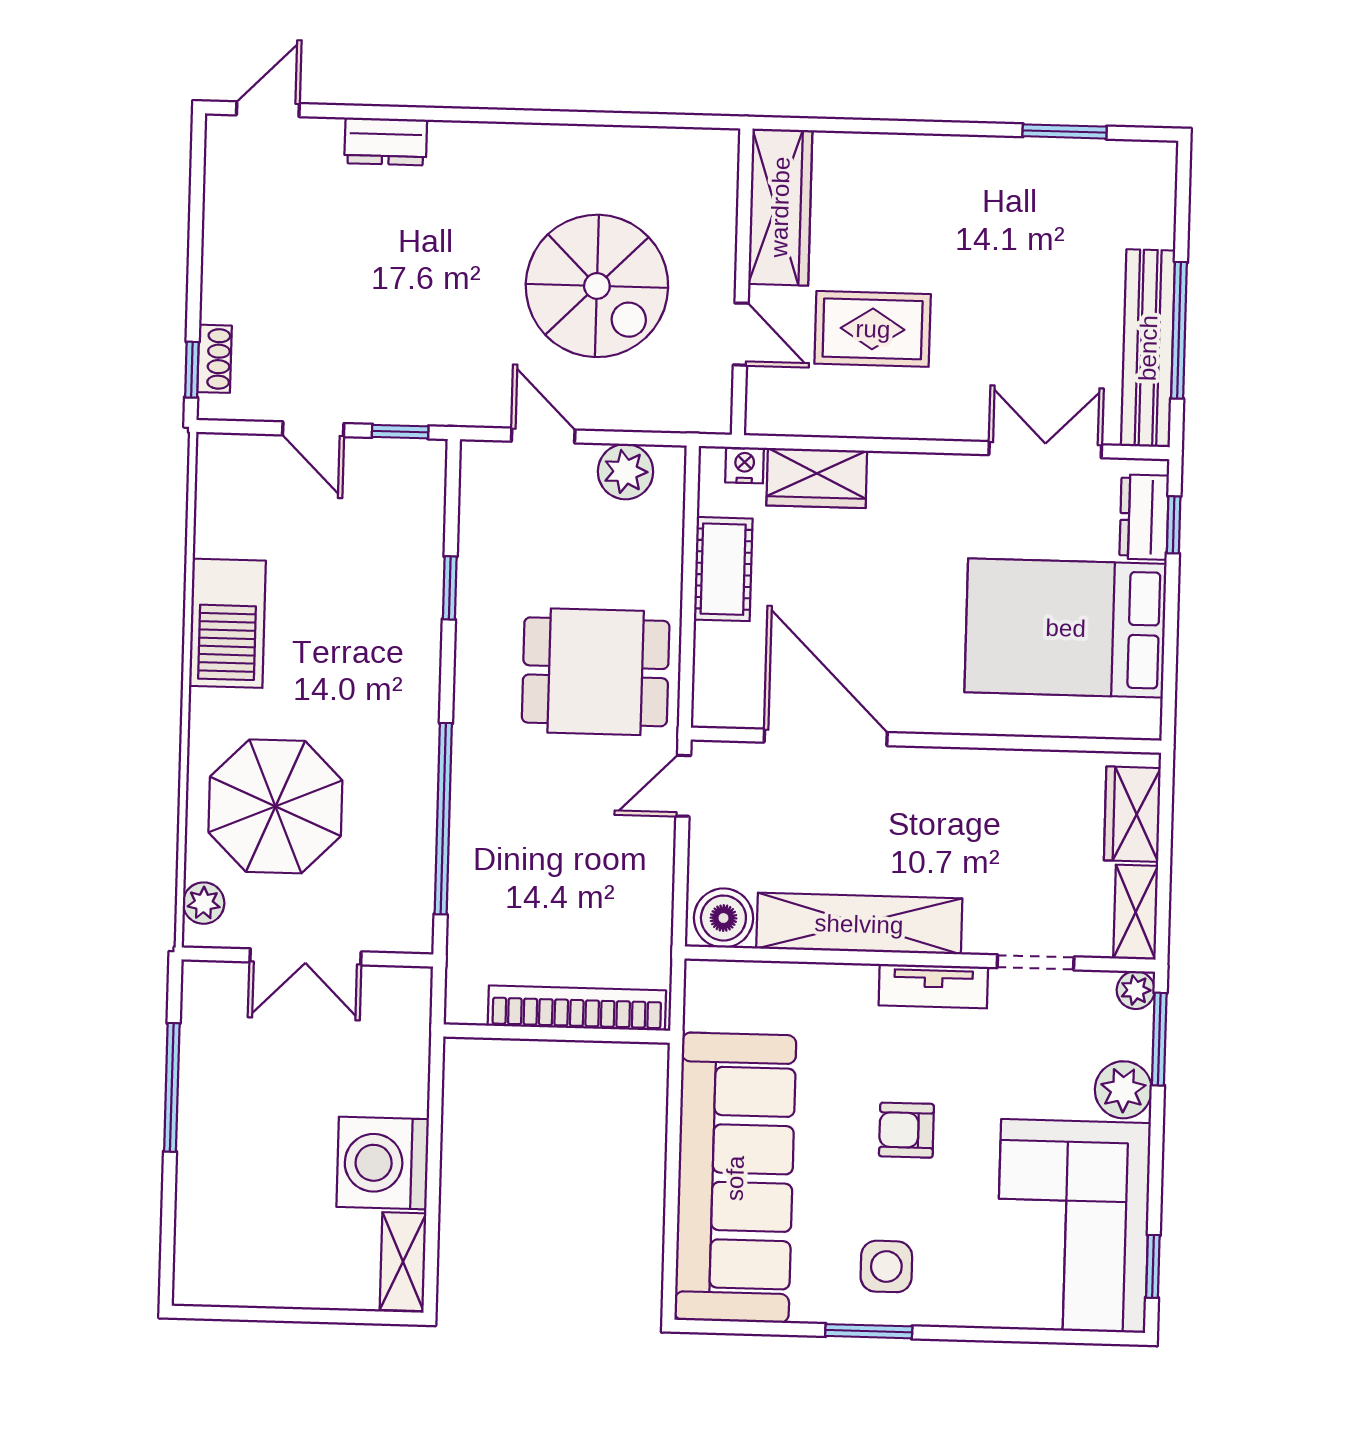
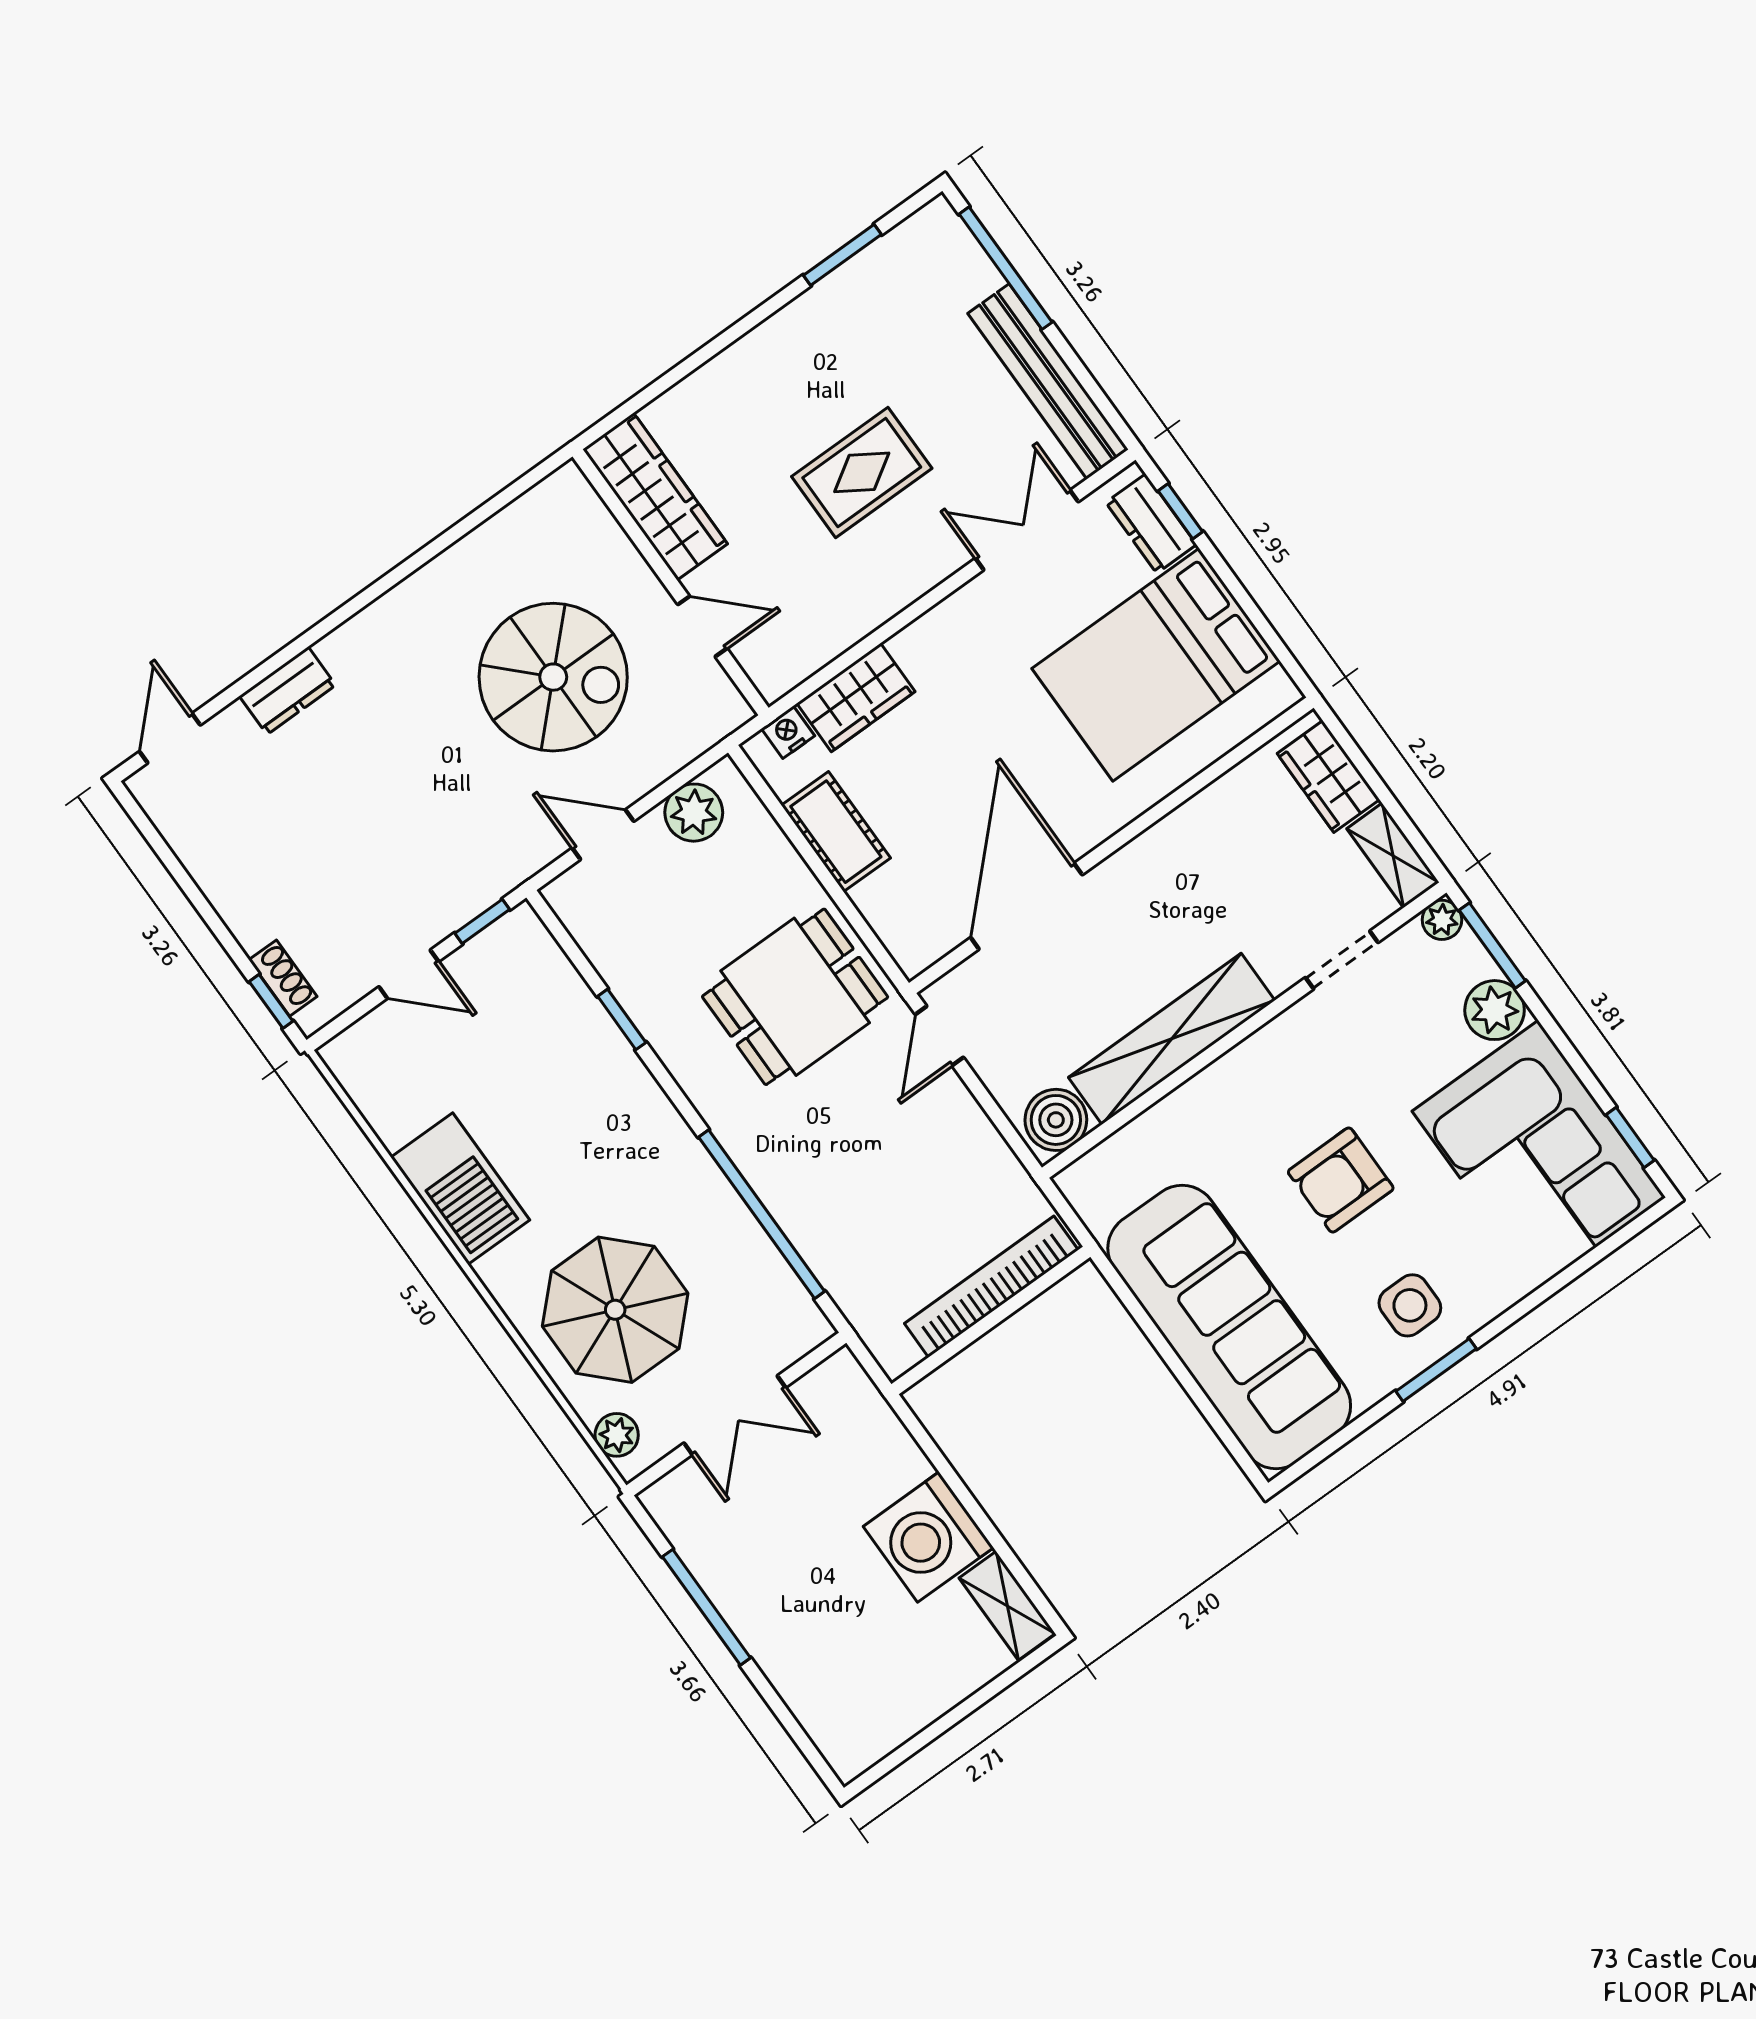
rug: (873, 329) -> (862, 472), moved
window: (1179, 330) -> (1006, 268), moved
door: (826, 737) -> (1027, 906), hinge flipped
tv unit: (933, 986) -> (1272, 1044), removed
armchair: (906, 1130) -> (1341, 1180), width x1.38, depth x1.38

